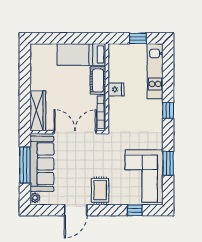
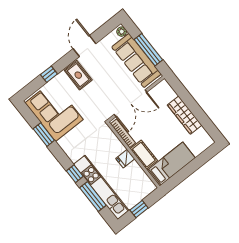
kitchen unit: (155, 71) -> (101, 187), width x1.36
window: (168, 79) -> (93, 197), added
wardrobe: (38, 111) -> (185, 115), moved
window: (135, 210) -> (49, 74), moved

